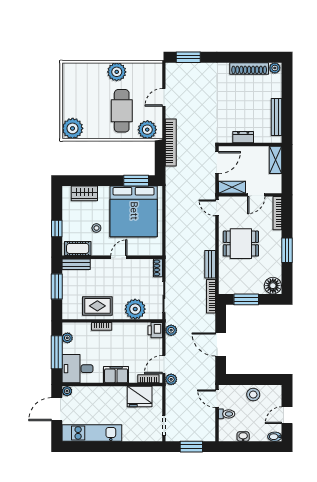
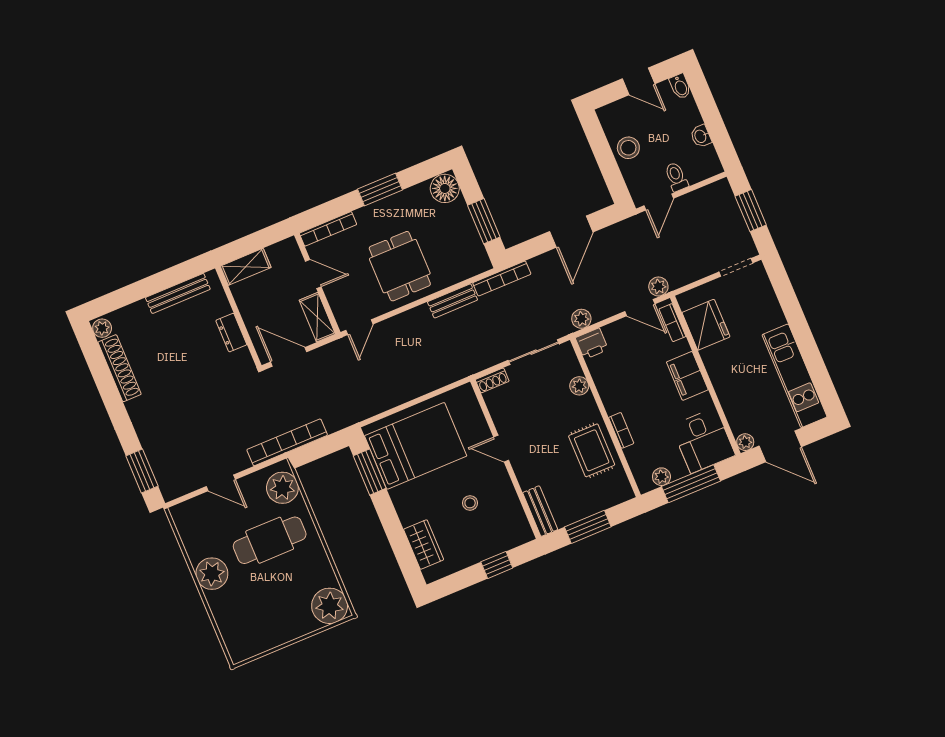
bed: (134, 211) -> (416, 446), width x0.73
cot: (78, 248) -> (514, 519), removed
plant: (135, 309) -> (579, 386), width x0.53, depth x0.53

